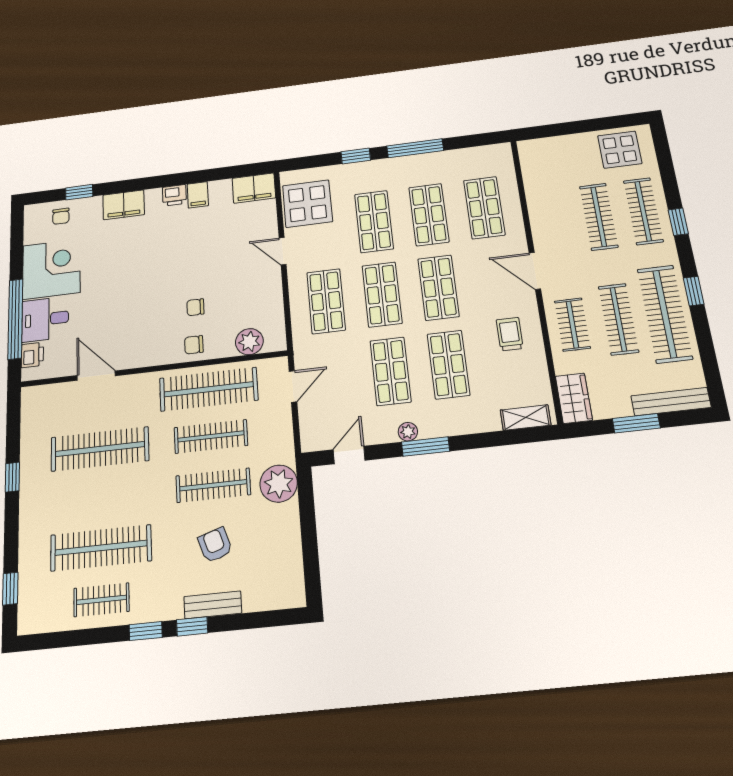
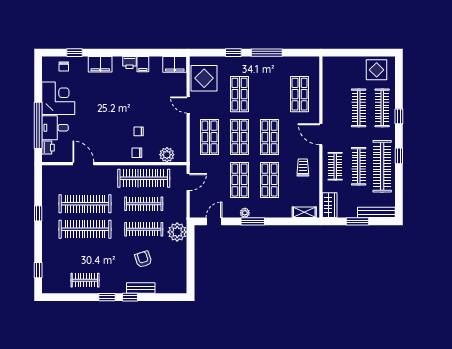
shop shelf: (429, 215) -> (270, 94), removed
clothes rail: (101, 548) -> (85, 229), moved

